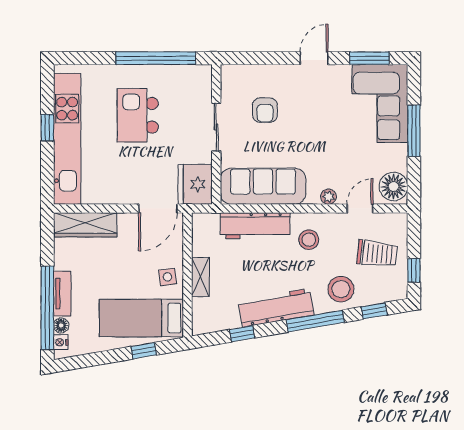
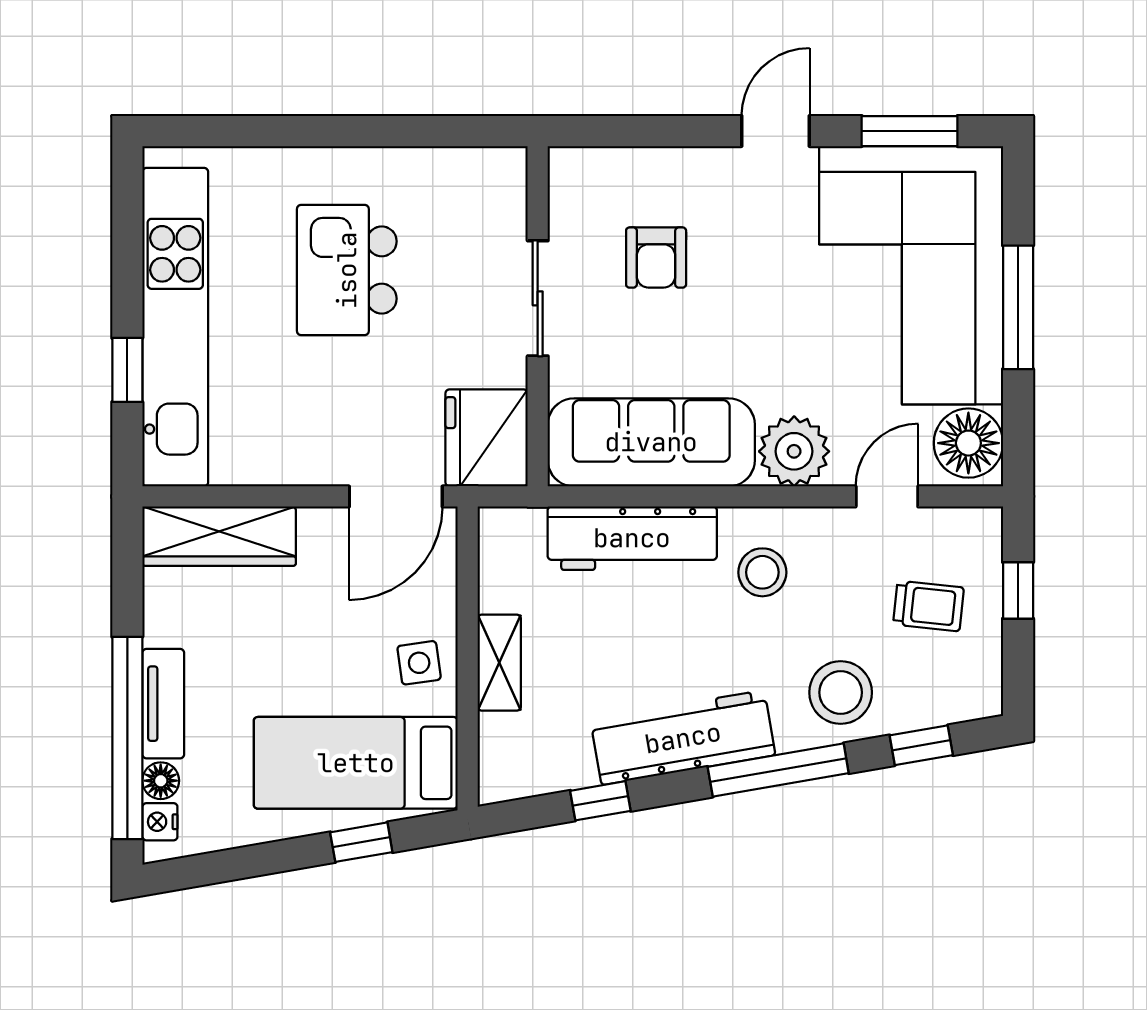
window: (156, 58) -> (391, 131), removed
corner sofa: (380, 103) -> (911, 275), width x1.36, depth x1.36
window: (47, 128) -> (127, 370), moved
plant: (328, 197) -> (794, 451), width x1.88, depth x1.88
trolley: (377, 254) -> (929, 606), width x0.73, depth x0.72
window: (414, 270) -> (1018, 590), moved

